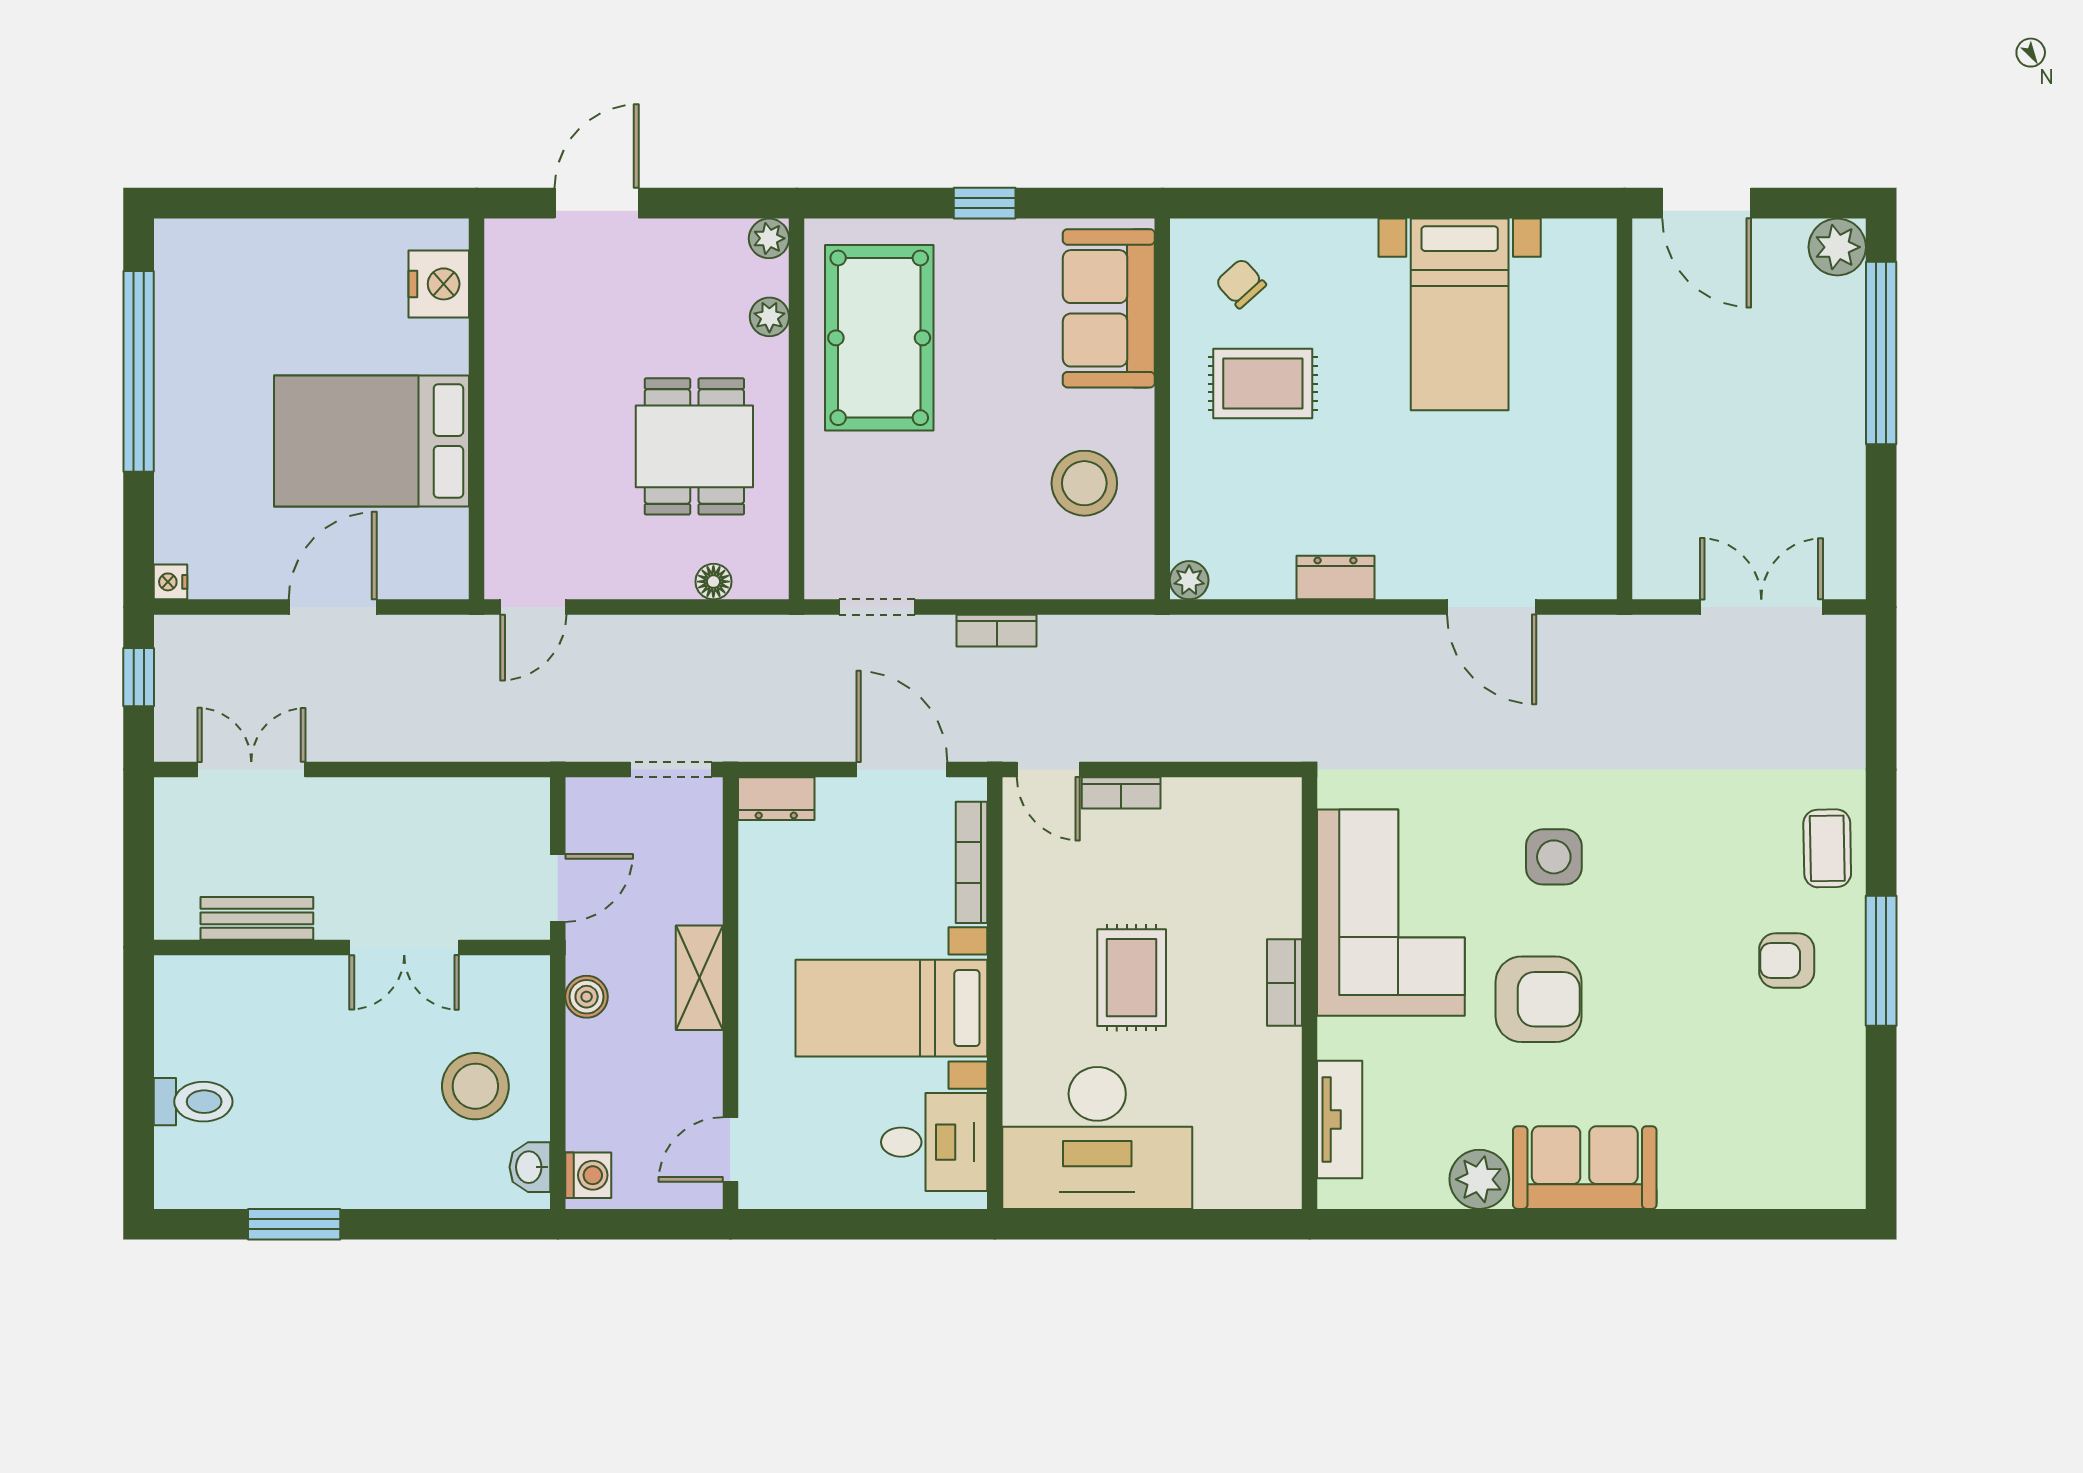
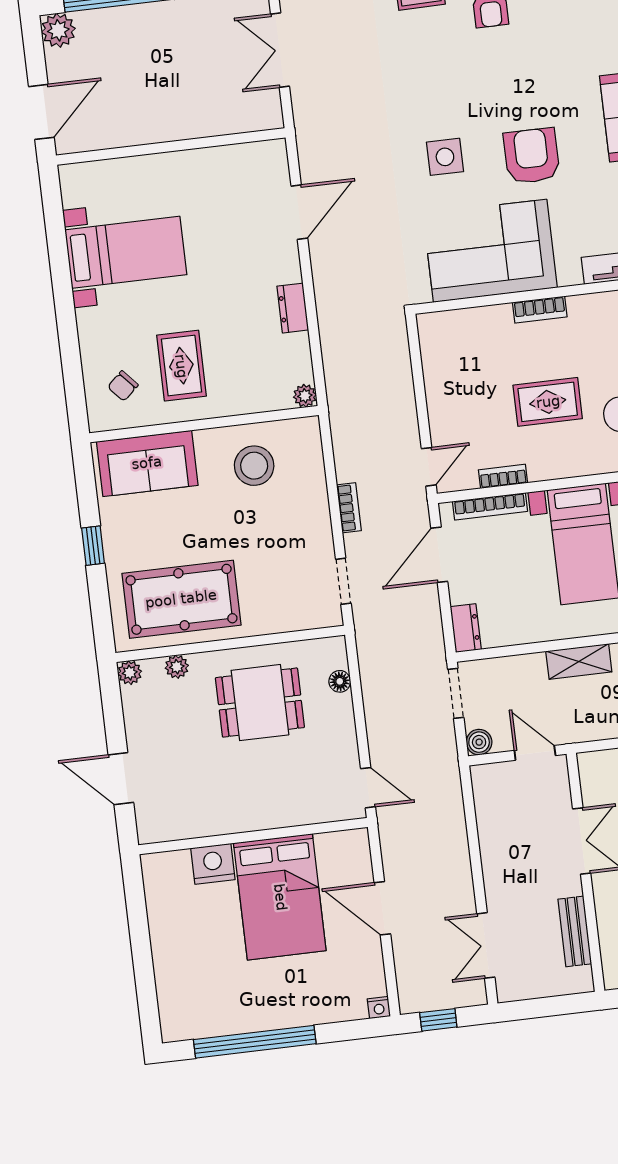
nightstand: (439, 284) -> (213, 864), moved
bookcase: (1121, 793) -> (503, 476), moved, turned -90
boiler: (587, 997) -> (479, 742), moved

